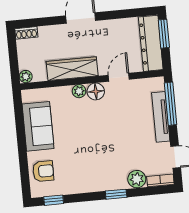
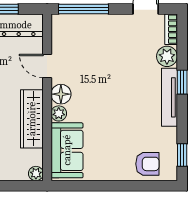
tv unit: (161, 117) -> (169, 97), moved, turned 90
sofa: (38, 126) -> (67, 150), moved, turned 90
armchair: (43, 171) -> (147, 164), turned 90

